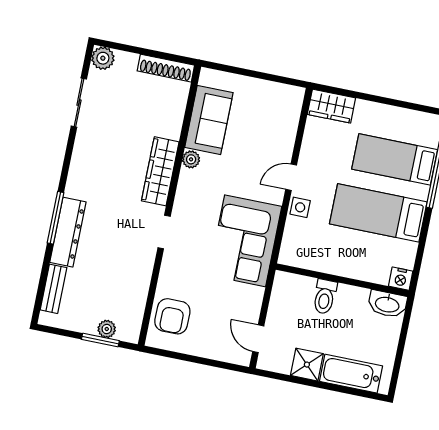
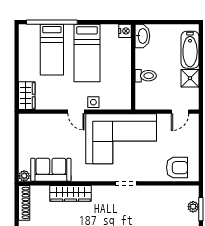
plant: (191, 159) -> (24, 176), moved
wardrobe: (160, 171) -> (71, 193), moved
corner sofa: (245, 241) -> (121, 139), width x1.36, depth x1.36

